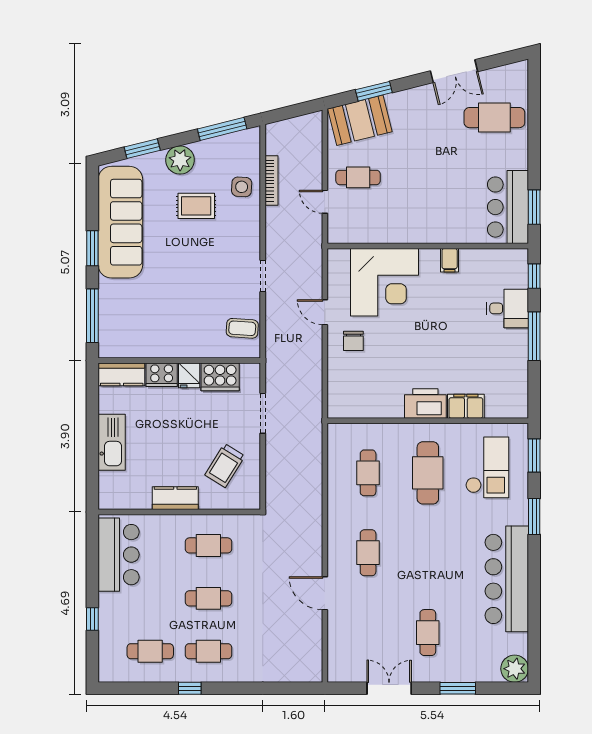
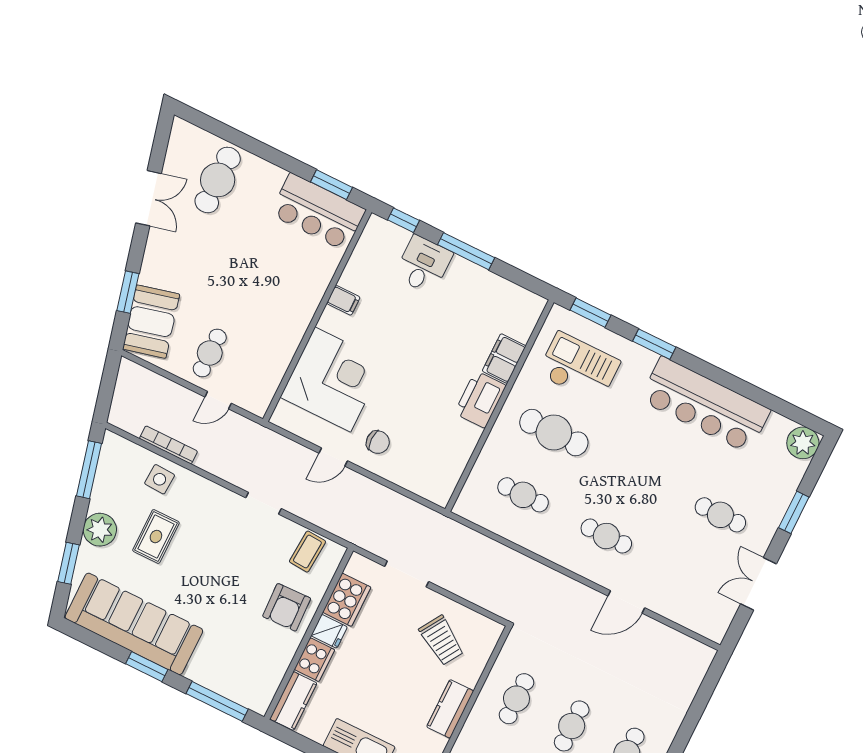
armchair: (191, 334) -> (287, 607), added

